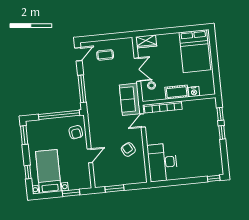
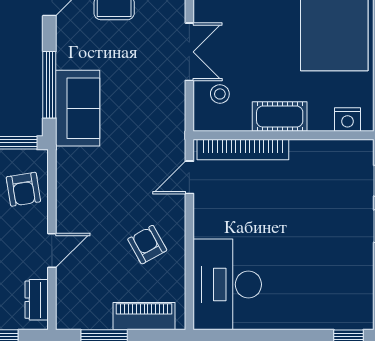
nightstand: (194, 92) -> (347, 119), moved
sofa: (130, 99) -> (78, 108), moved, turned 180
dresser: (86, 176) -> (37, 300), added
piano: (130, 179) -> (144, 316), added

